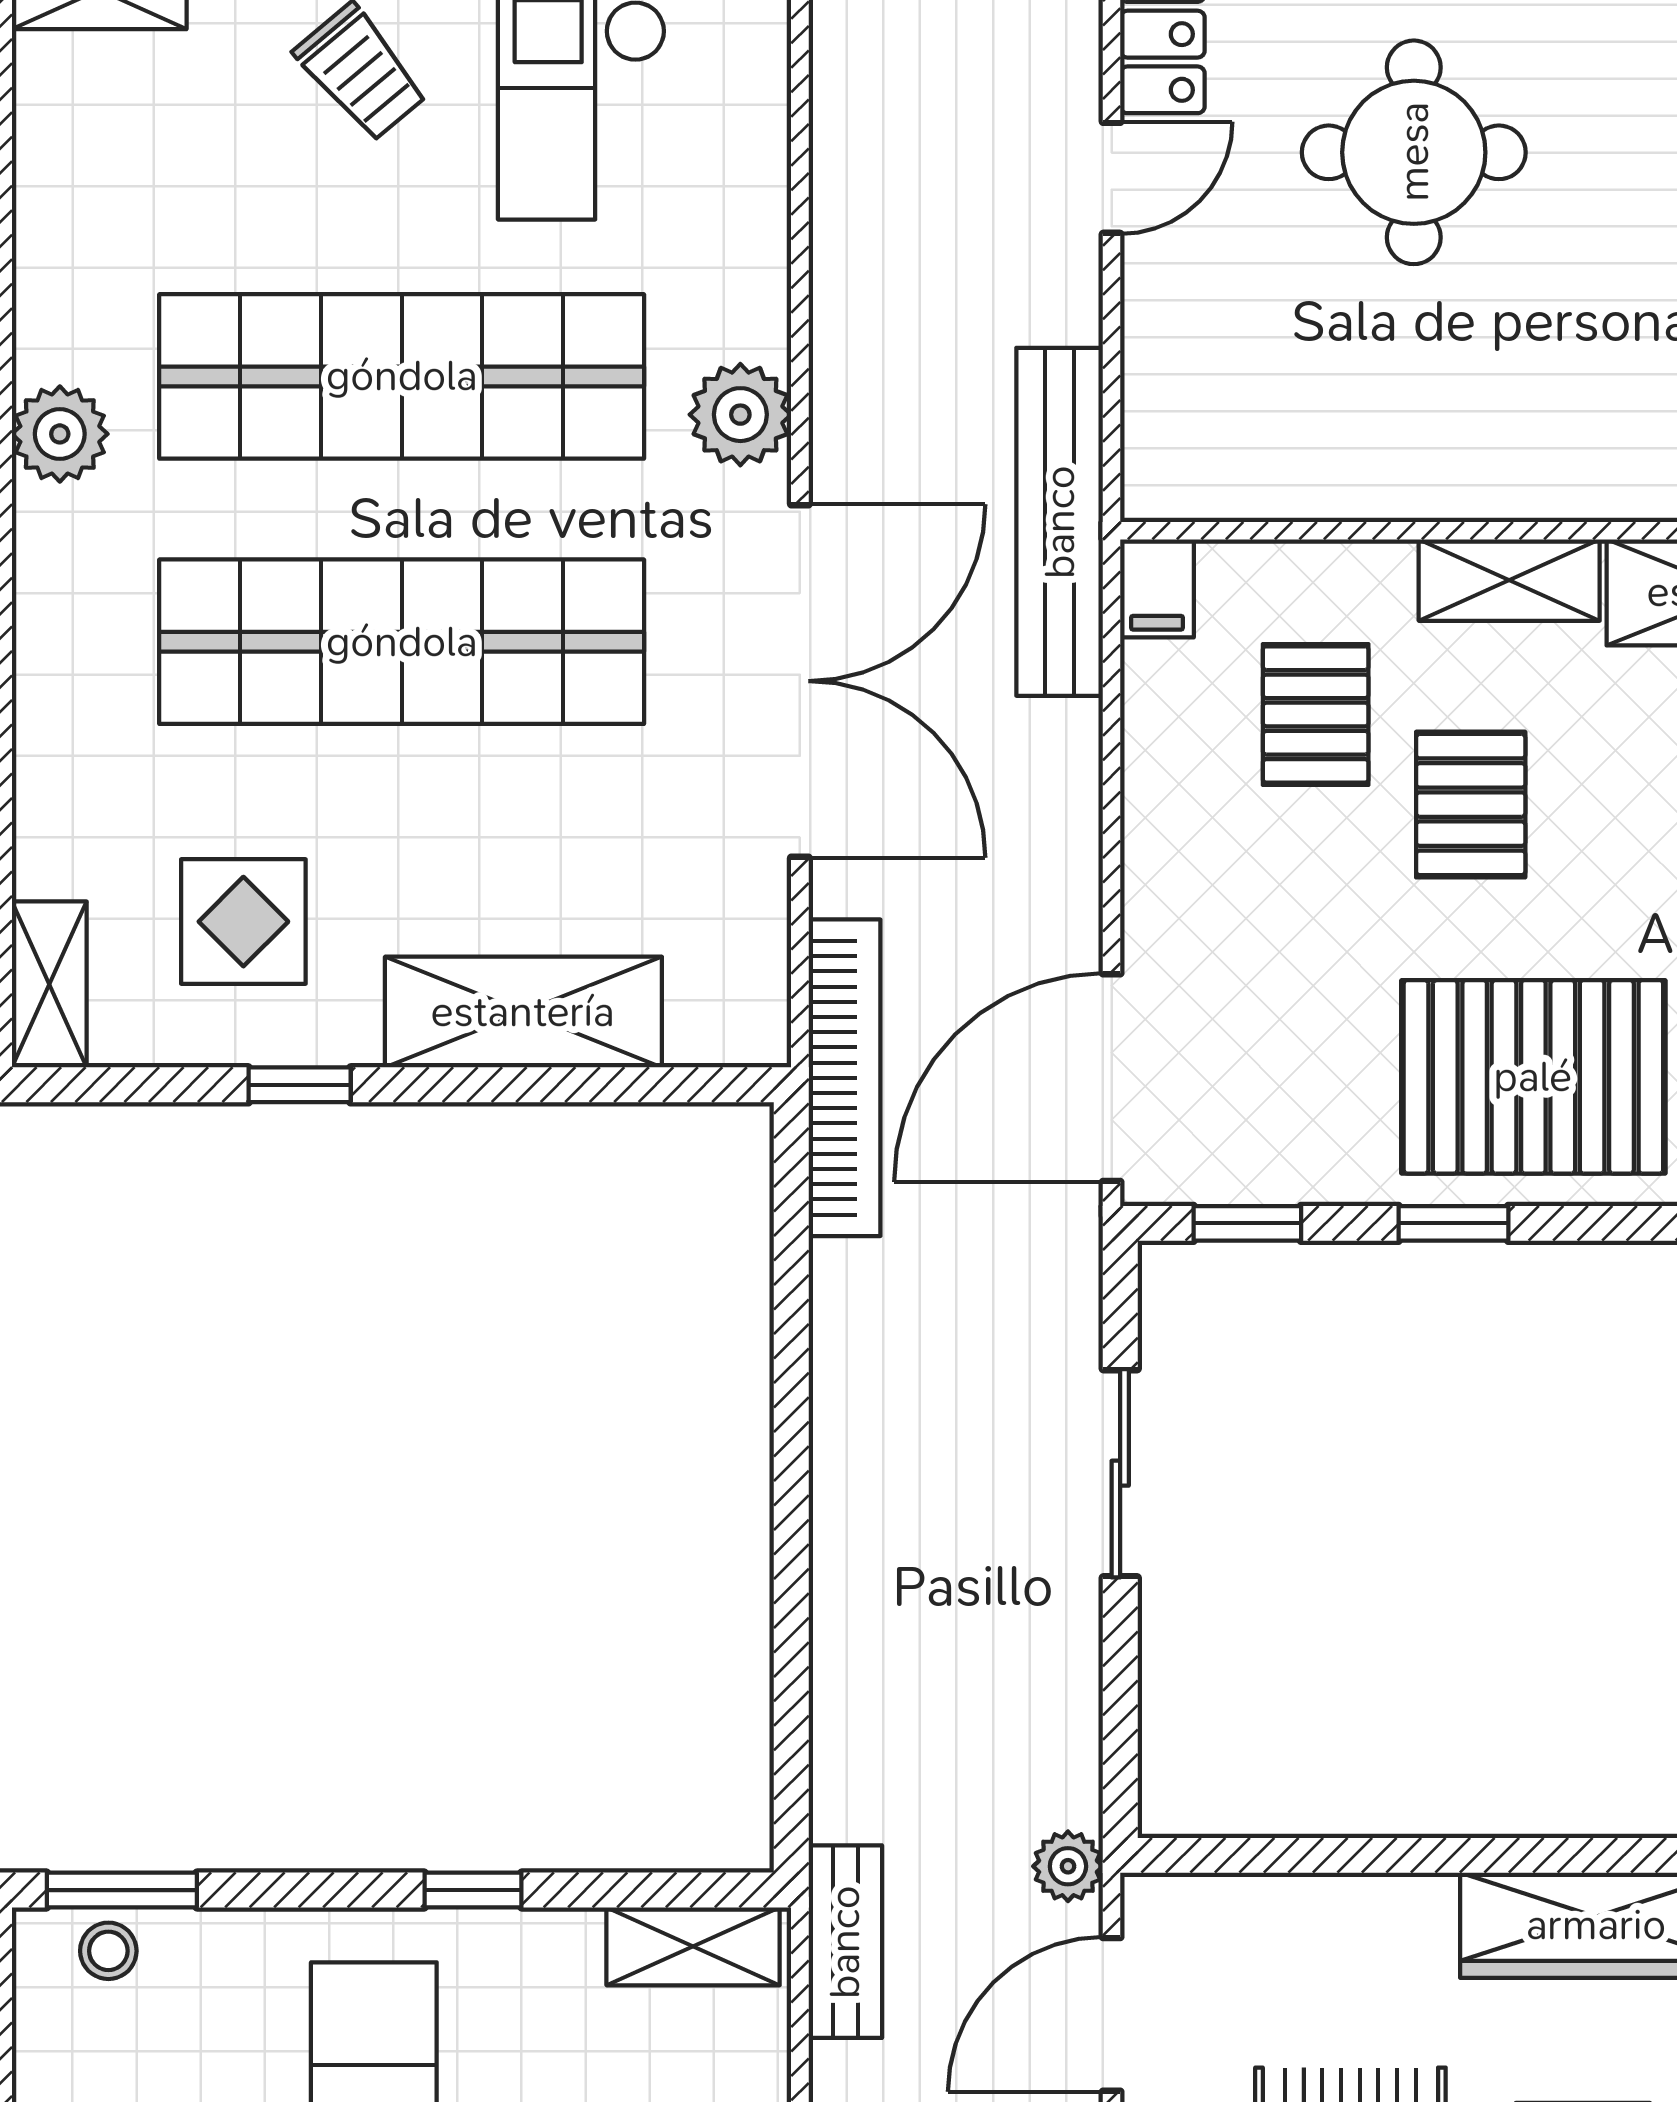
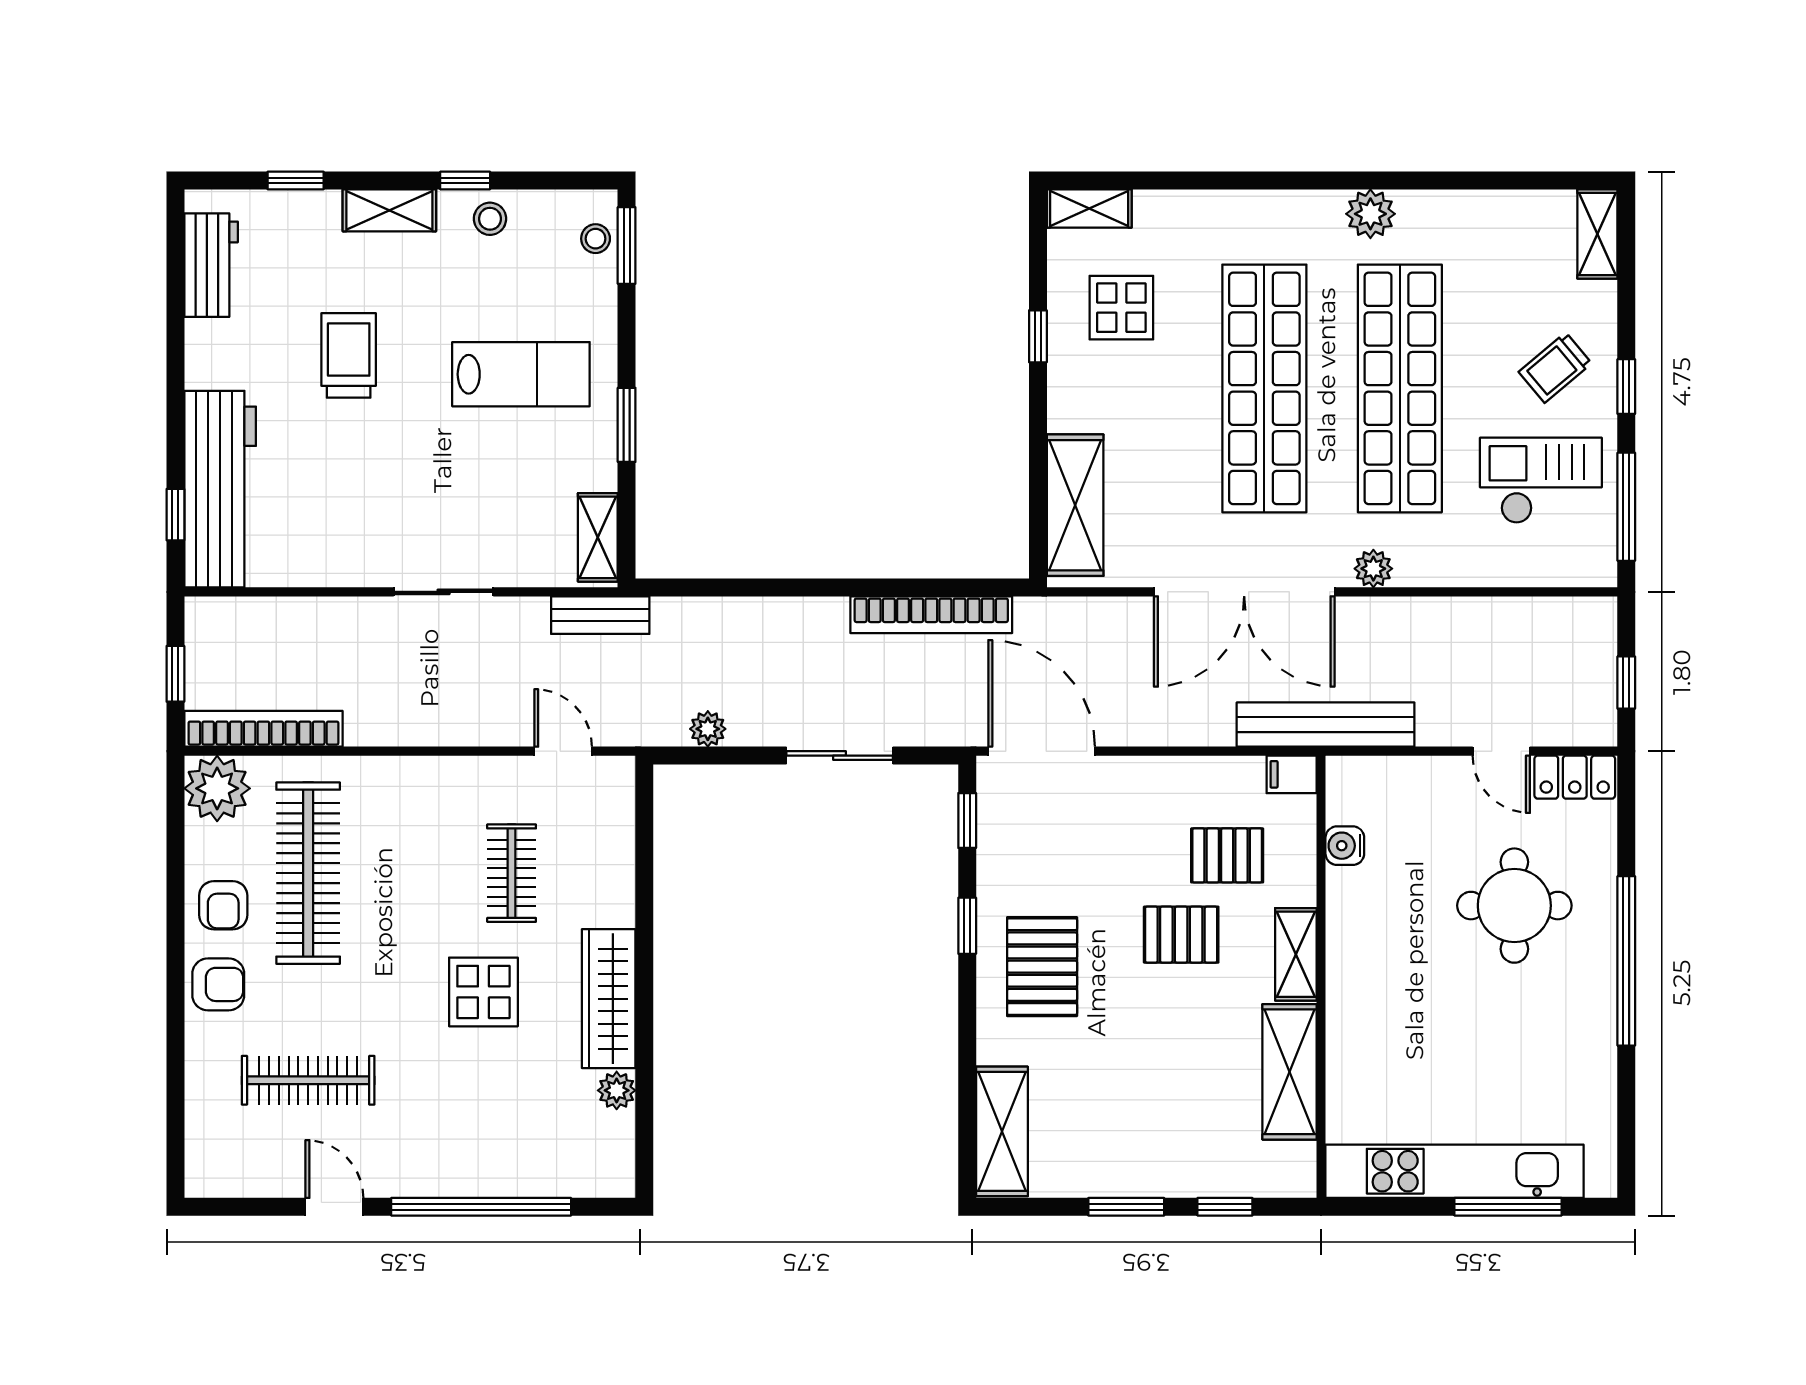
plant: (740, 415) -> (1373, 569), width x0.73, depth x0.73
water cooler: (1297, 484) -> (1345, 846), added
shelving: (523, 1012) -> (1075, 505), moved
pallet: (1533, 1077) -> (1042, 967), width x0.73, depth x0.71
bookcase: (844, 1078) -> (931, 615), moved
plant: (1068, 1866) -> (708, 729), moved
window: (473, 1890) -> (627, 425), width x1.50
door: (1112, 2014) -> (563, 751), width x0.73

